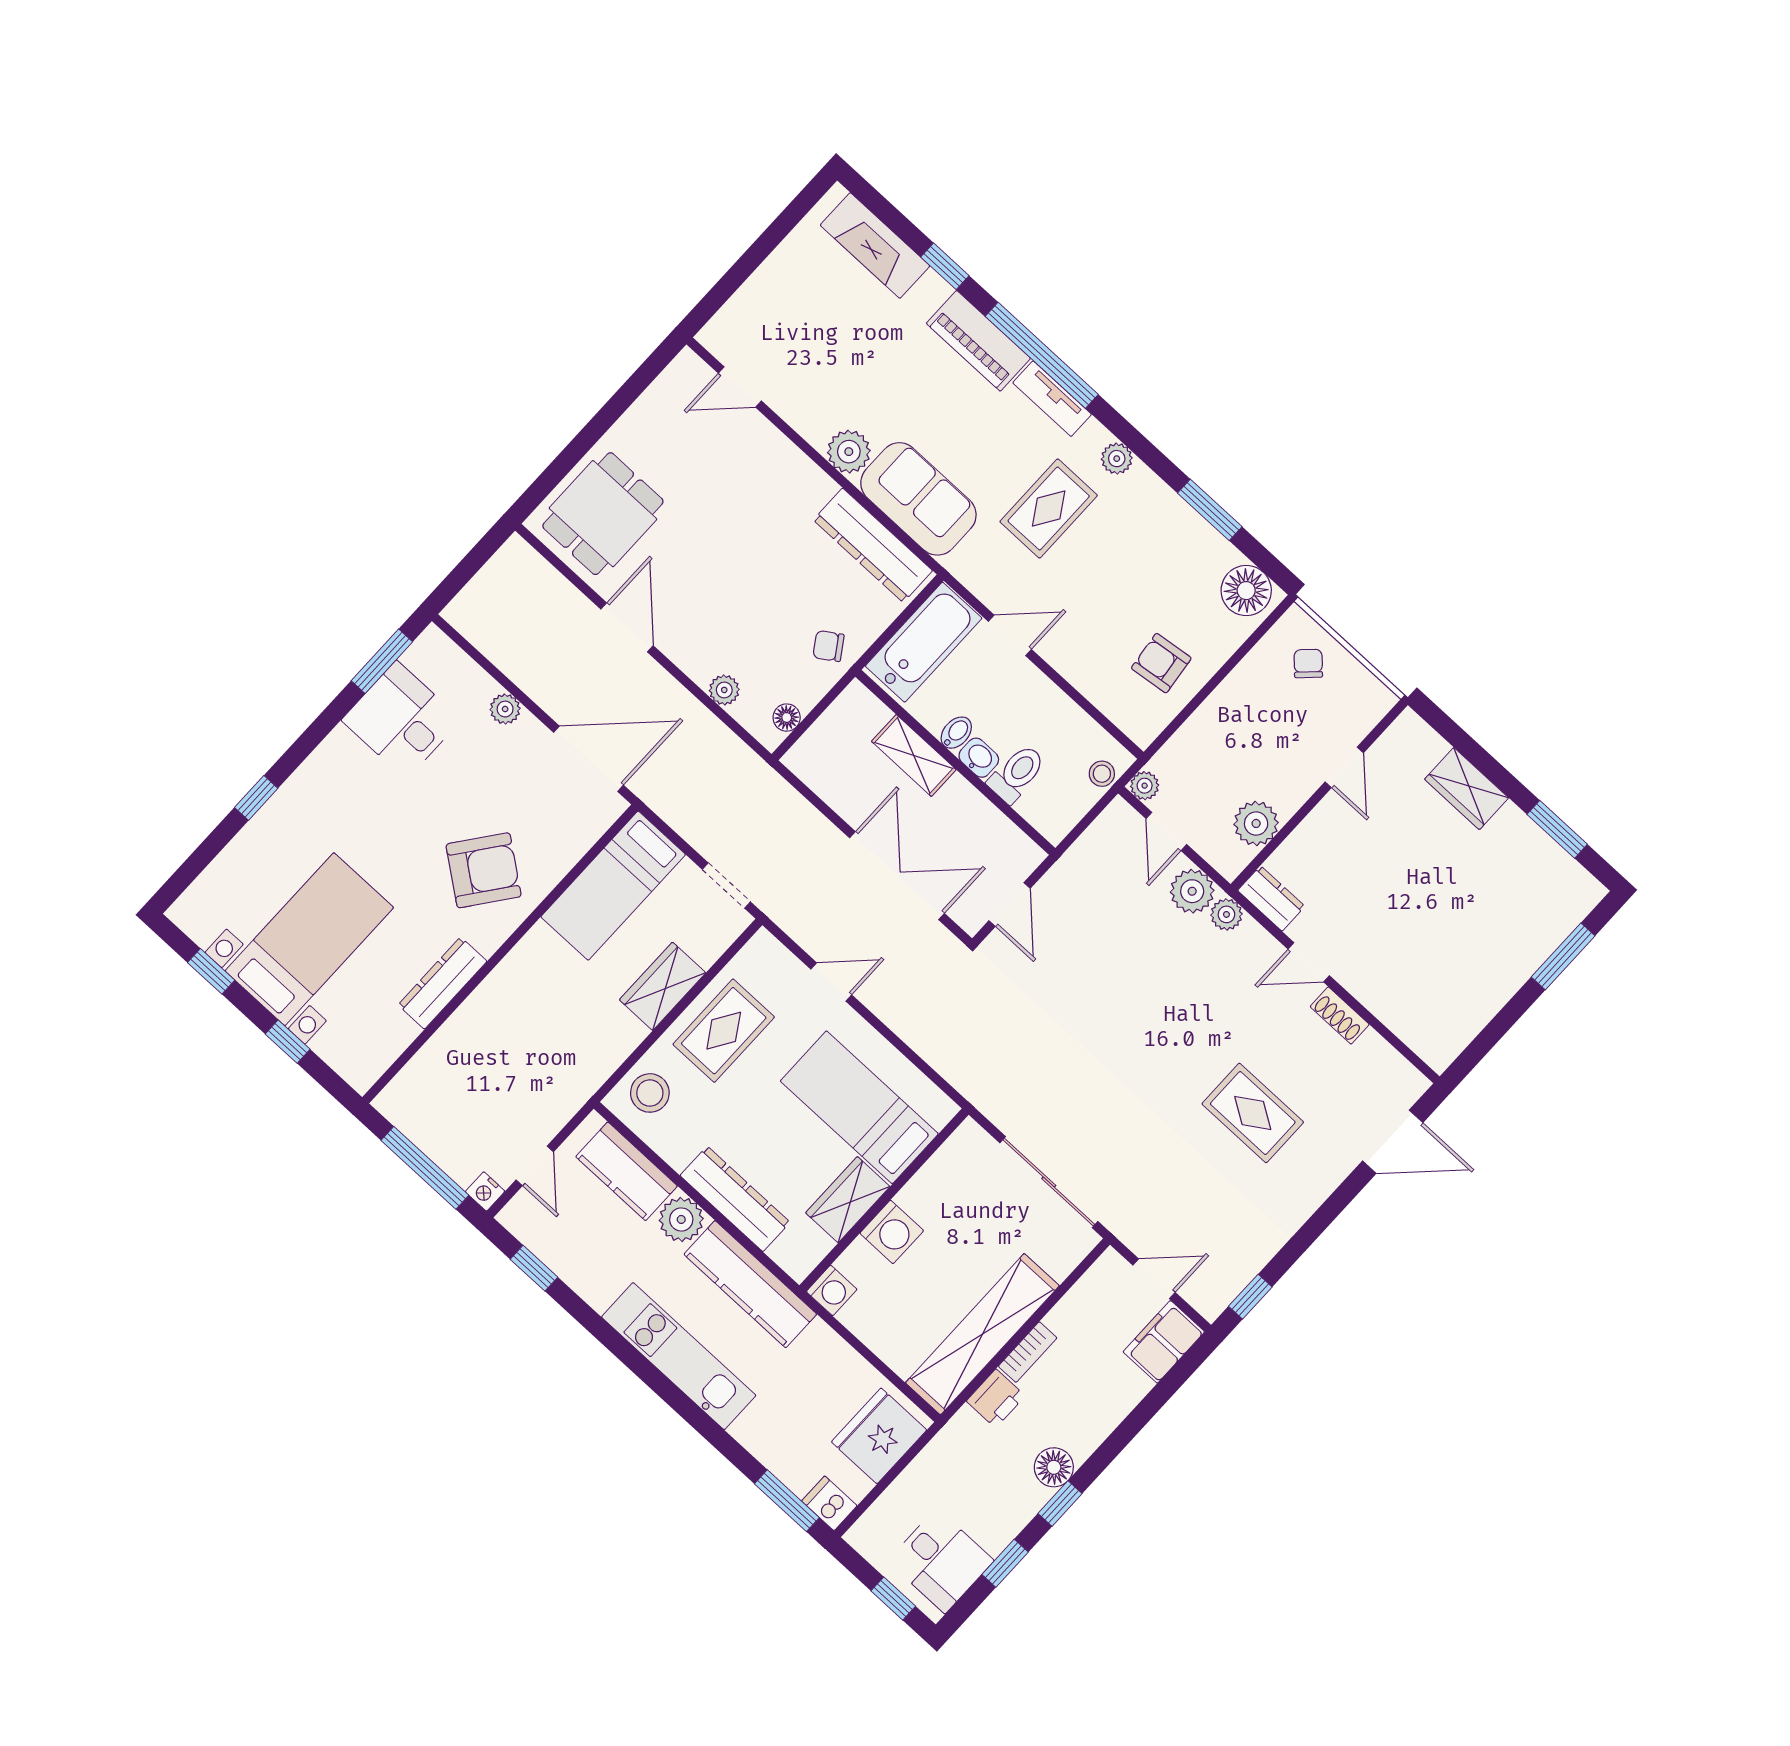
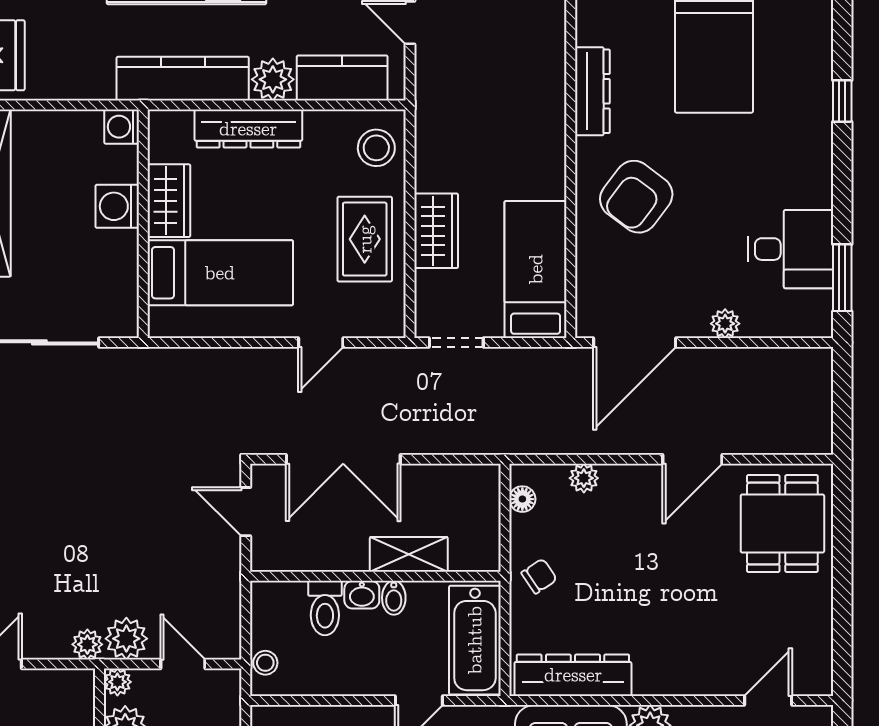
door: (627, 627) -> (692, 459), hinge flipped
plant: (1145, 786) -> (117, 682), moved
dresser: (1271, 898) -> (66, 685), removed

